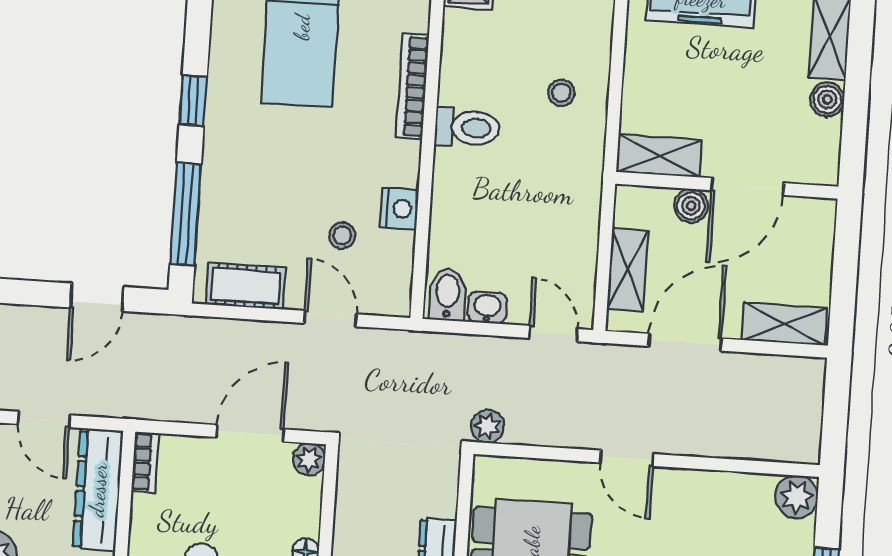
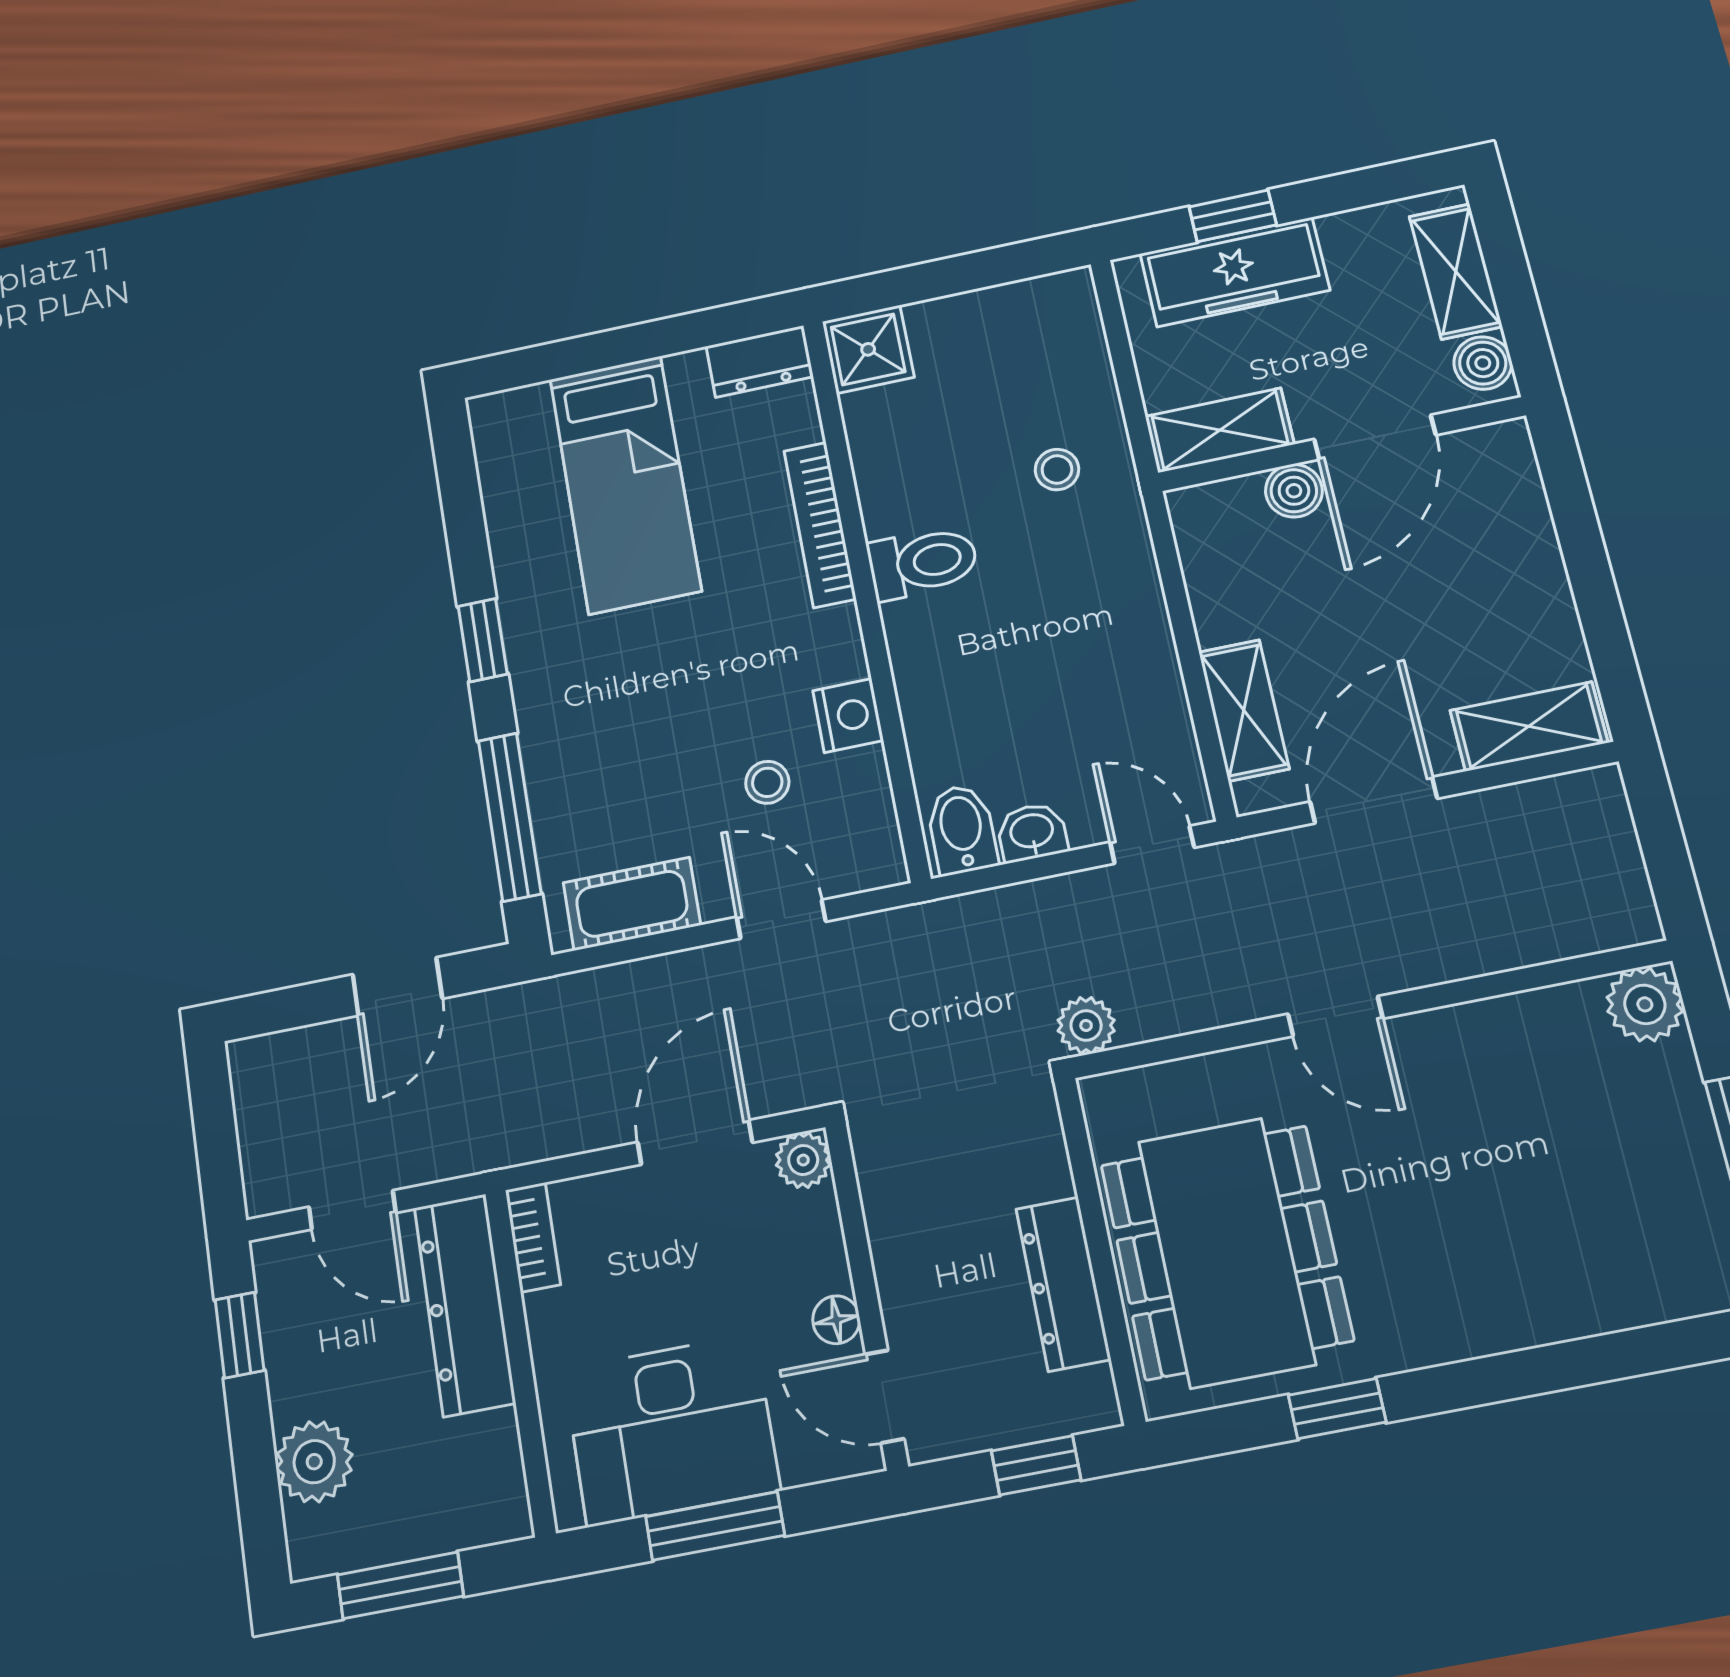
shelving: (659, 156) -> (1220, 430), moved
wall: (727, 185) -> (1341, 444), moved
door: (747, 187) -> (1375, 437), moved
boiler: (691, 206) -> (1294, 491), moved

